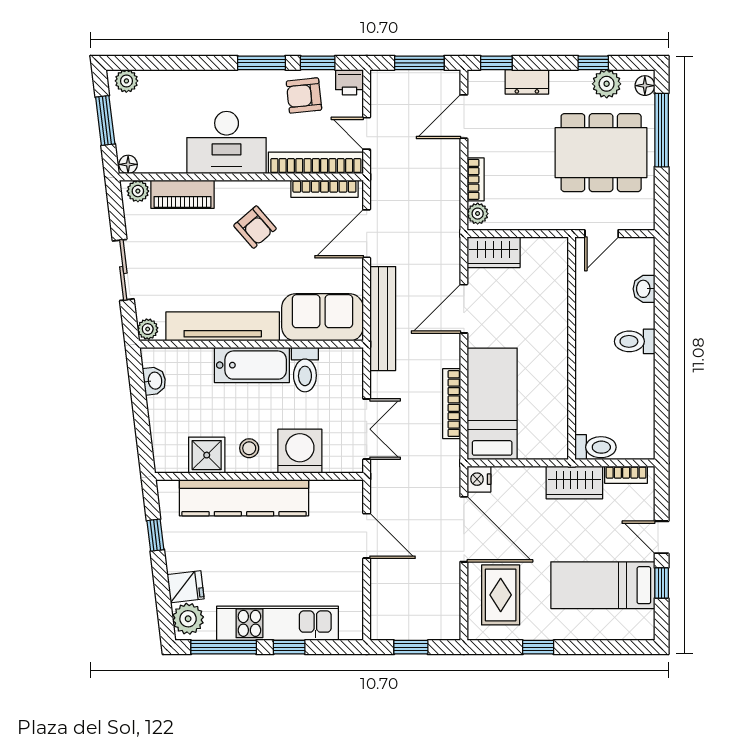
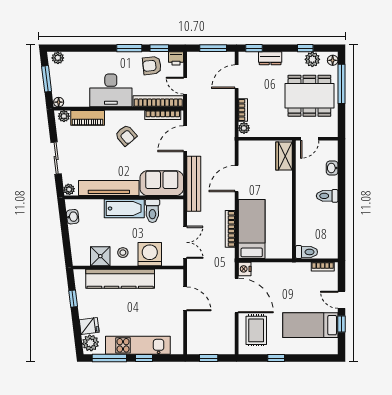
wardrobe: (494, 252) -> (284, 156), moved, turned 90
wardrobe: (574, 483) -> (295, 271), removed

